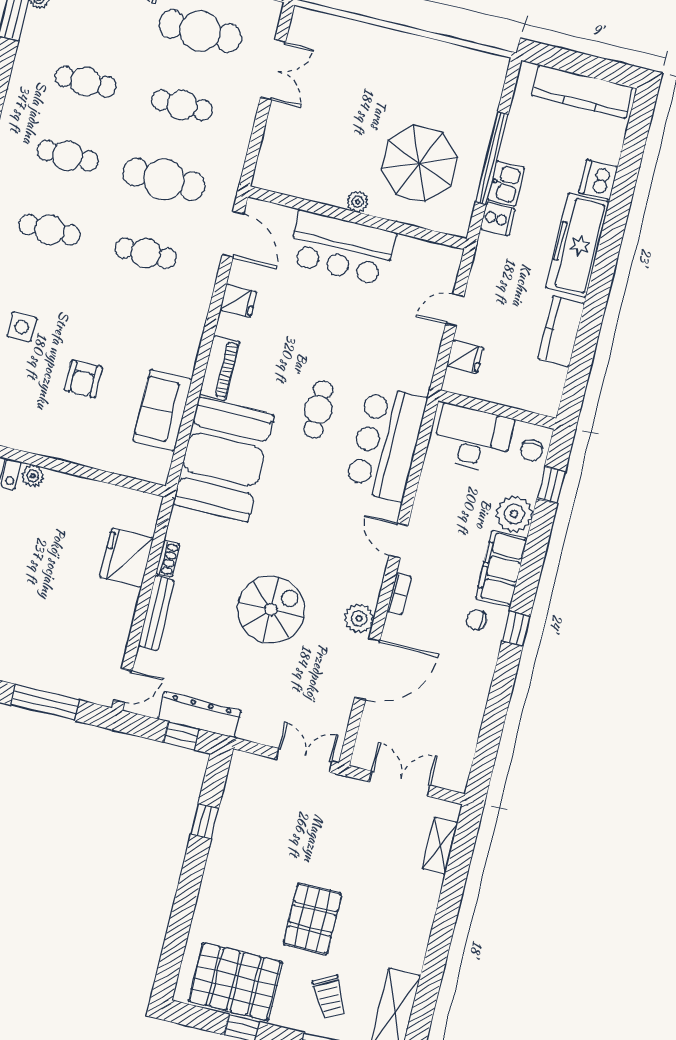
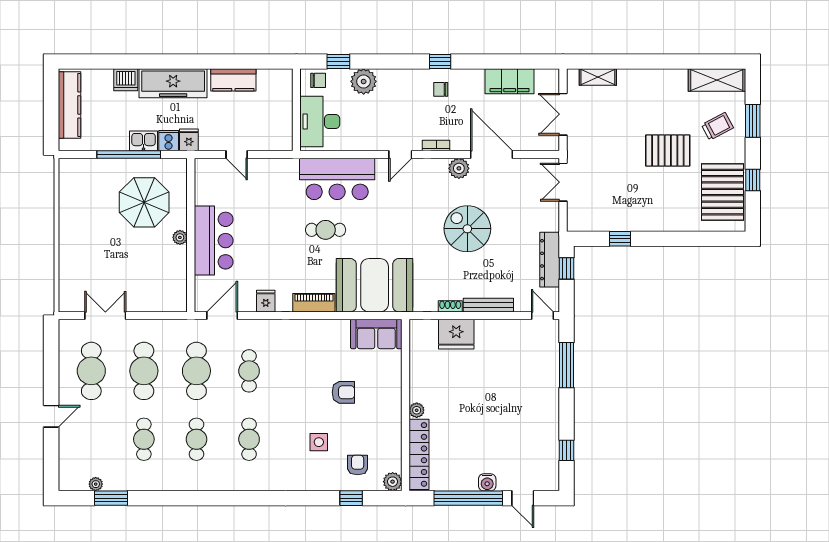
cafe table: (182, 105) -> (144, 371), width x1.37, depth x1.35
fridge: (465, 357) -> (189, 140), moved
sofa: (163, 410) -> (376, 334), moved
filing cabinet: (501, 568) -> (510, 81), moved
chair: (477, 620) -> (441, 89), turned 90

